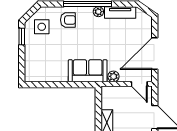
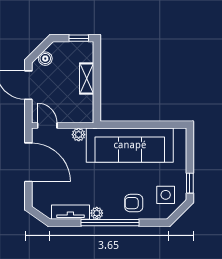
door: (155, 54) -> (28, 162), hinge flipped
sofa: (88, 71) -> (130, 145), width x1.85, depth x1.27

